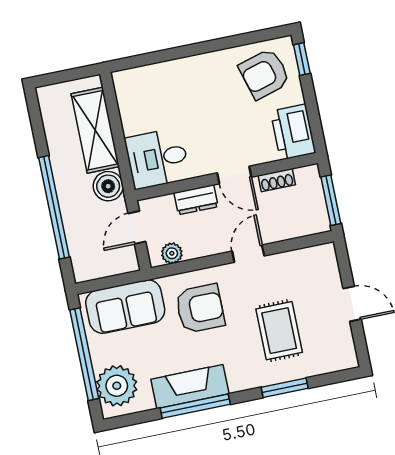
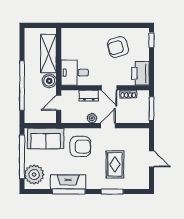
armchair: (264, 74) -> (118, 47), moved
plant: (172, 253) -> (92, 118), moved

